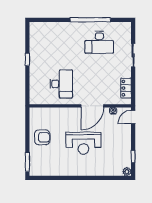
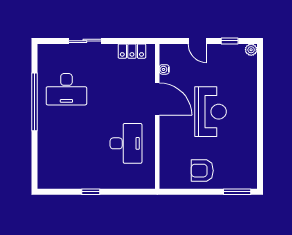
desk: (99, 42) -> (66, 89), turned 90
desk: (61, 84) -> (126, 143), turned 90
door: (133, 117) -> (197, 41), moved
armchair: (42, 137) -> (202, 171), turned -90

